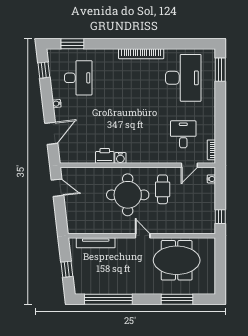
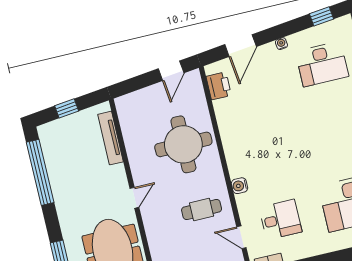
door: (51, 133) -> (241, 46), hinge flipped
printer: (105, 156) -> (219, 86), moved
water cooler: (120, 158) -> (240, 186), moved
round table: (128, 195) -> (183, 144), moved

